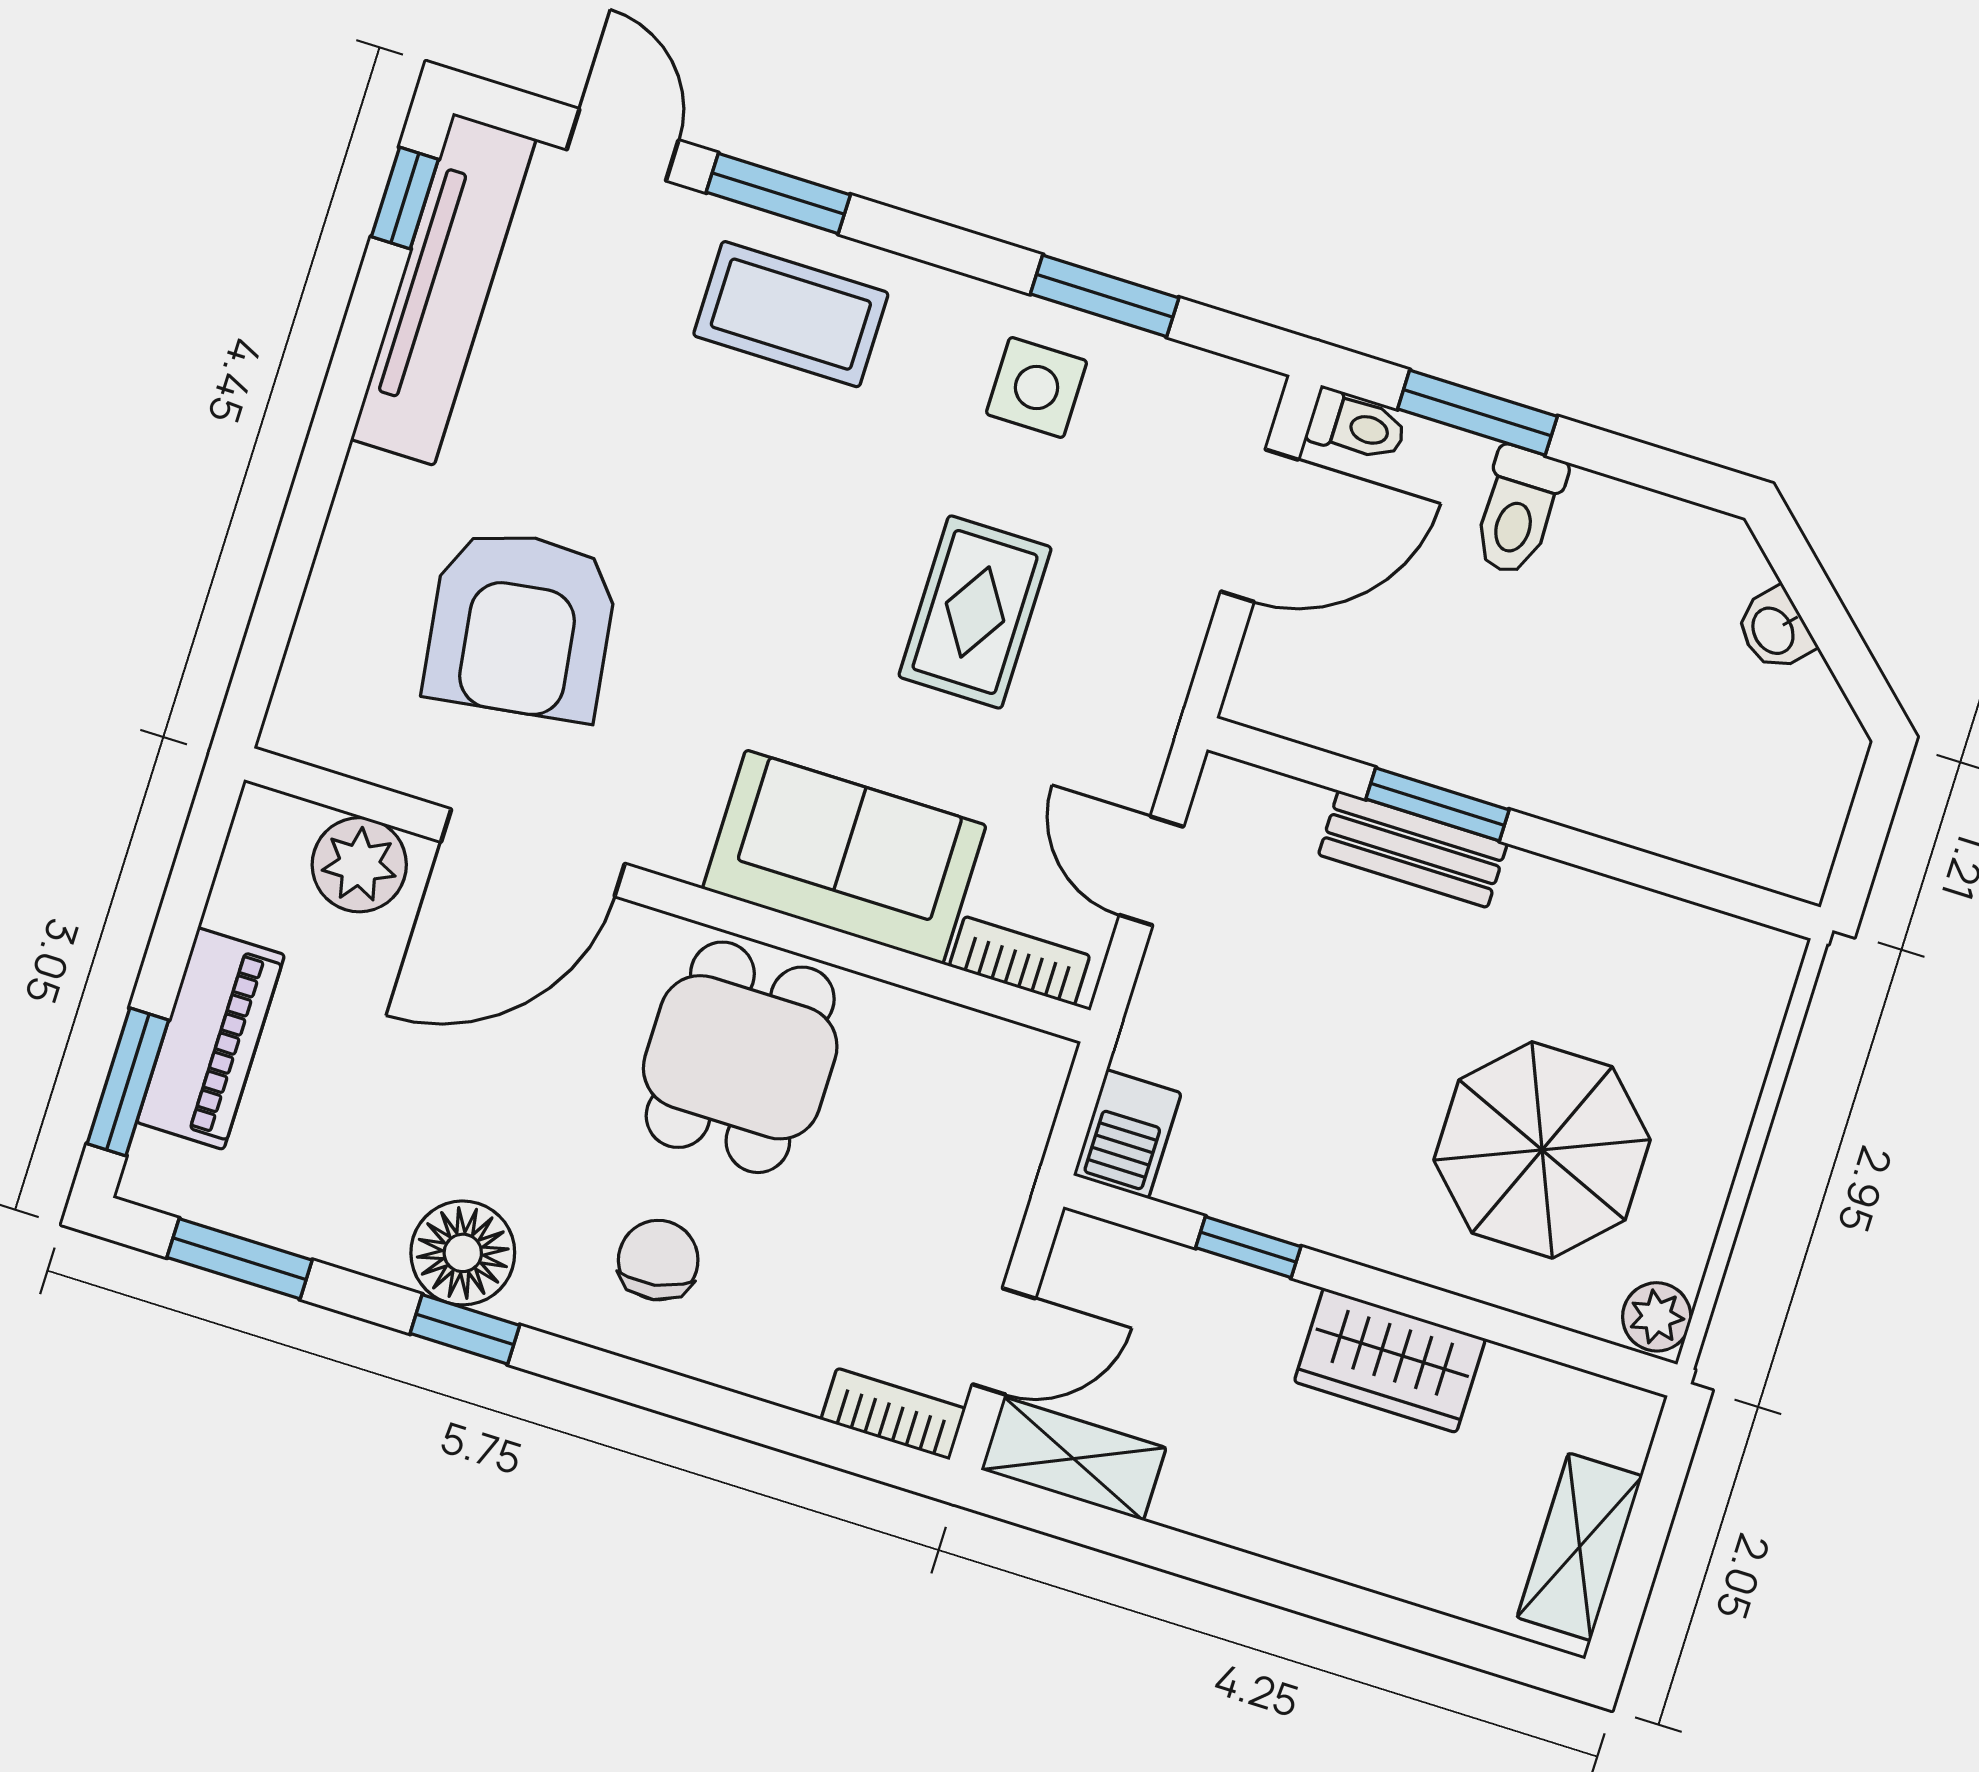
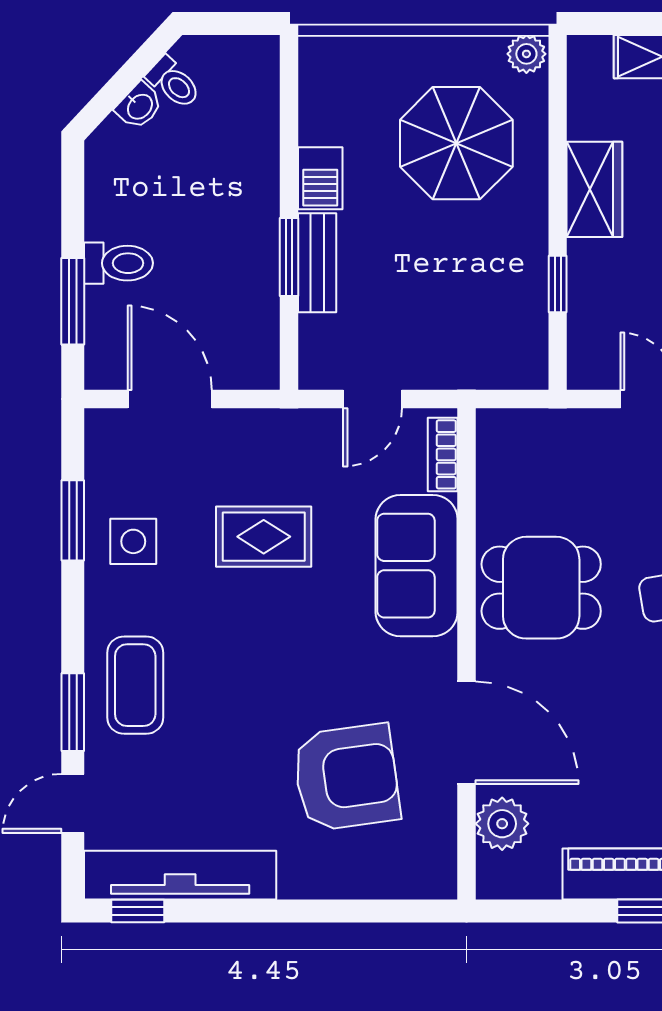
toilet: (1357, 426) -> (174, 83), moved, turned 133
barbecue: (1127, 1134) -> (320, 178), moved, turned 90

